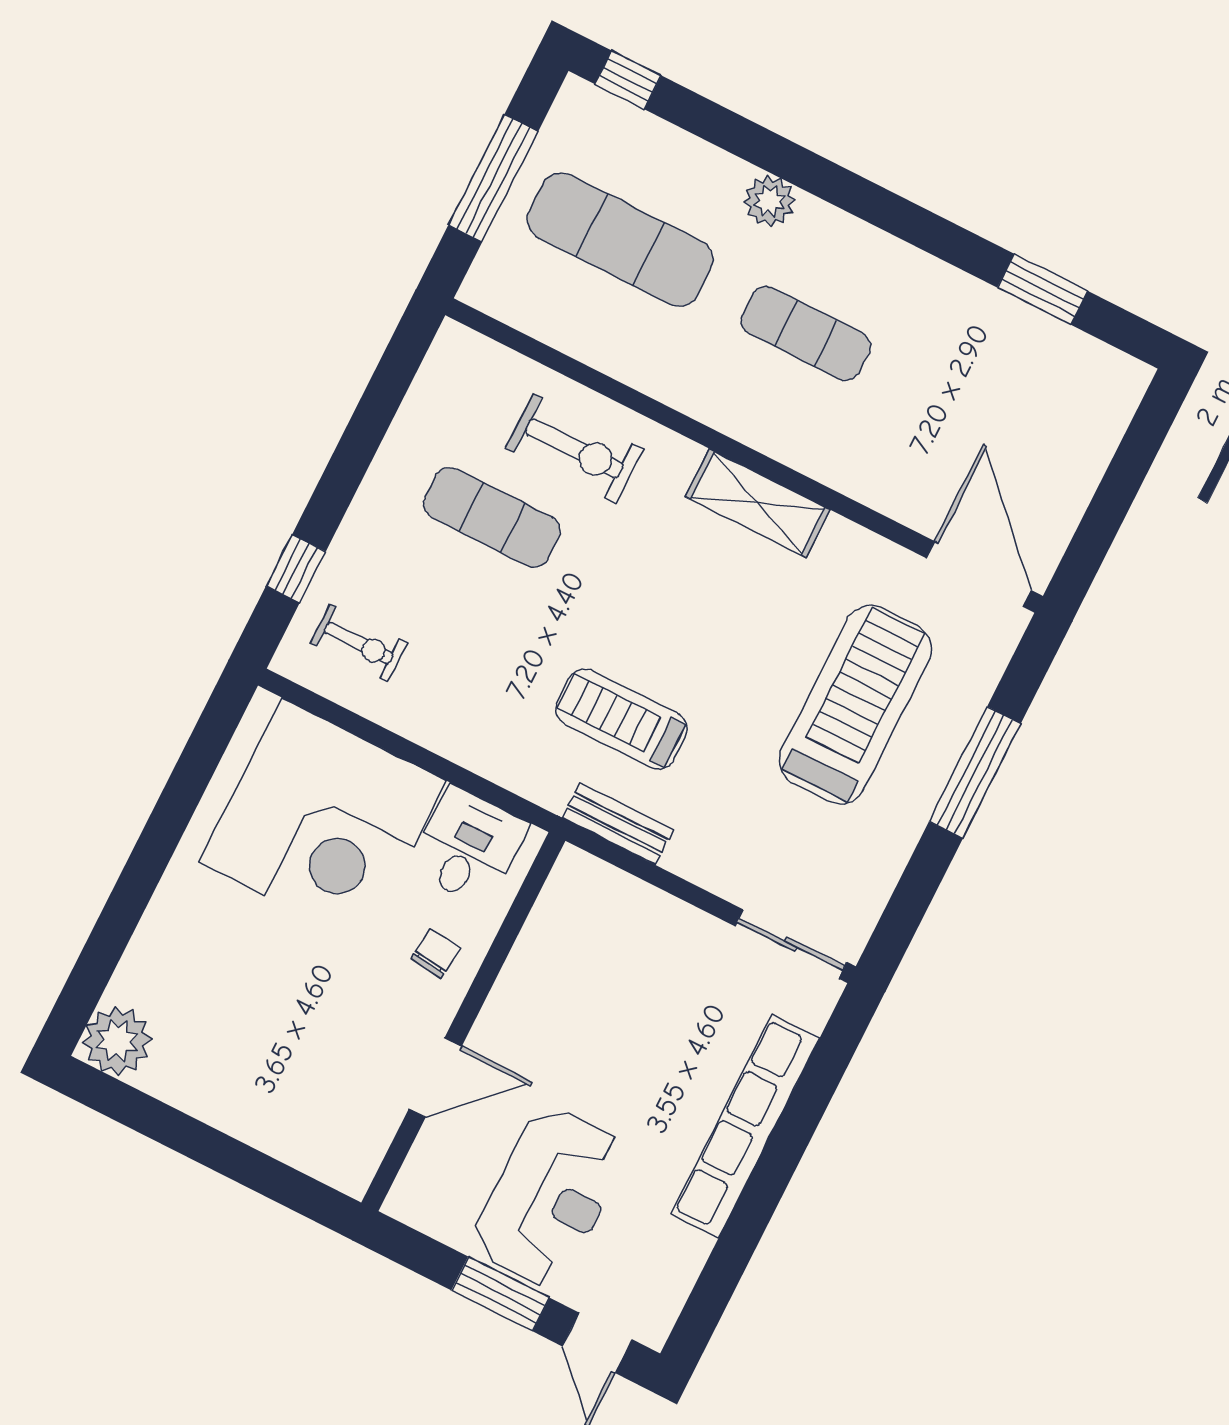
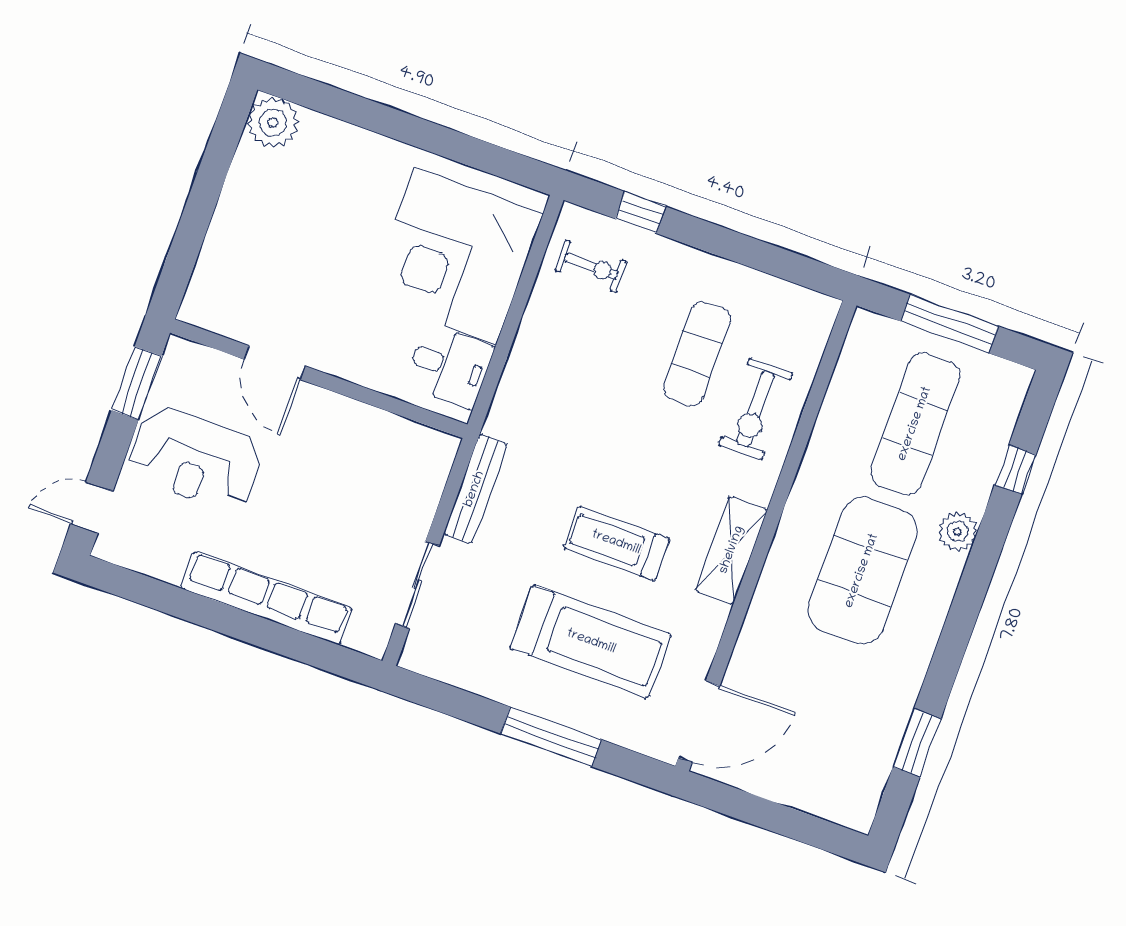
window: (628, 80) -> (1015, 470), moved
exercise mat: (806, 333) -> (862, 571), width x2.00, depth x1.45
exercise bike: (359, 643) -> (591, 266), turned -90
treadmill: (621, 719) -> (616, 543), moved, turned -90
bench: (618, 824) -> (475, 489), width x1.36
sliding door: (791, 944) -> (417, 585), moved
chair: (436, 953) -> (367, 352), removed
window: (500, 1294) -> (137, 383), moved

